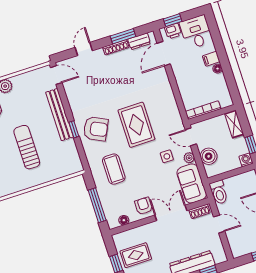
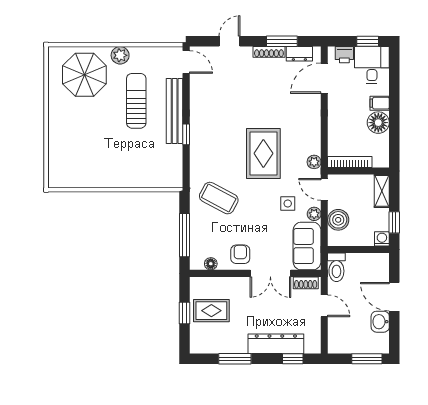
window: (173, 20) -> (368, 41), moved
floor lamp: (218, 69) -> (378, 123), width x1.89, depth x1.89
plant: (176, 119) -> (314, 162), added
armchair: (96, 129) -> (213, 142), removed
sun lounger: (27, 147) -> (136, 101), moved
coffee table: (114, 169) -> (219, 198), turned -62
double door: (171, 213) -> (270, 273), swing flipped

